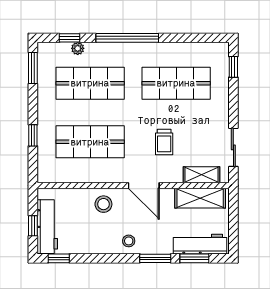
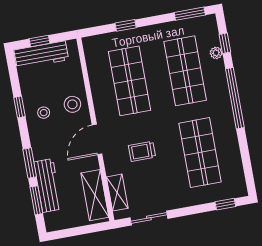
stool: (129, 241) -> (44, 113), moved
workbench: (200, 244) -> (48, 186), moved
window: (59, 258) -> (19, 107), moved

